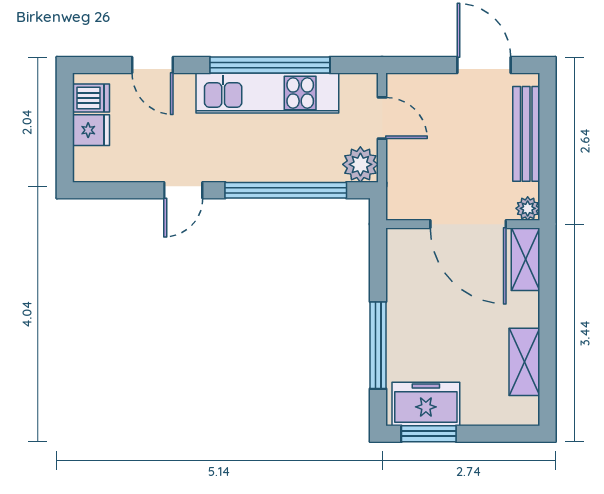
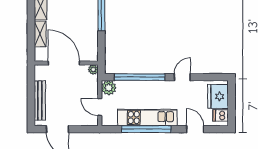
fridge: (91, 130) -> (218, 96), width x1.88, depth x1.34
plant: (528, 208) -> (93, 70), moved
shelving: (525, 259) -> (40, 34), moved

